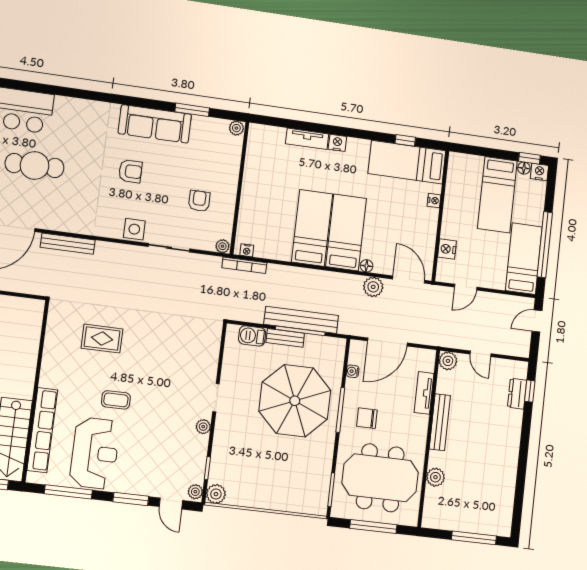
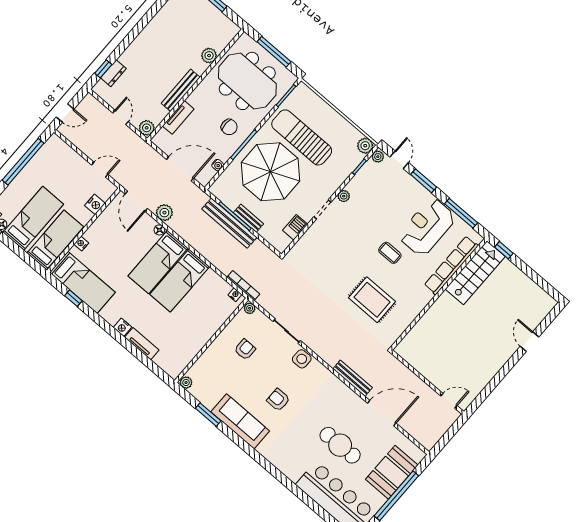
armchair: (199, 201) -> (245, 349), turned 180
bed: (524, 259) -> (55, 240), moved, turned 180
barbecue: (252, 336) -> (295, 227), moved, turned -90
rug: (102, 339) -> (372, 300), width x1.36, depth x1.43
sun lounger: (287, 458) -> (302, 137), added

